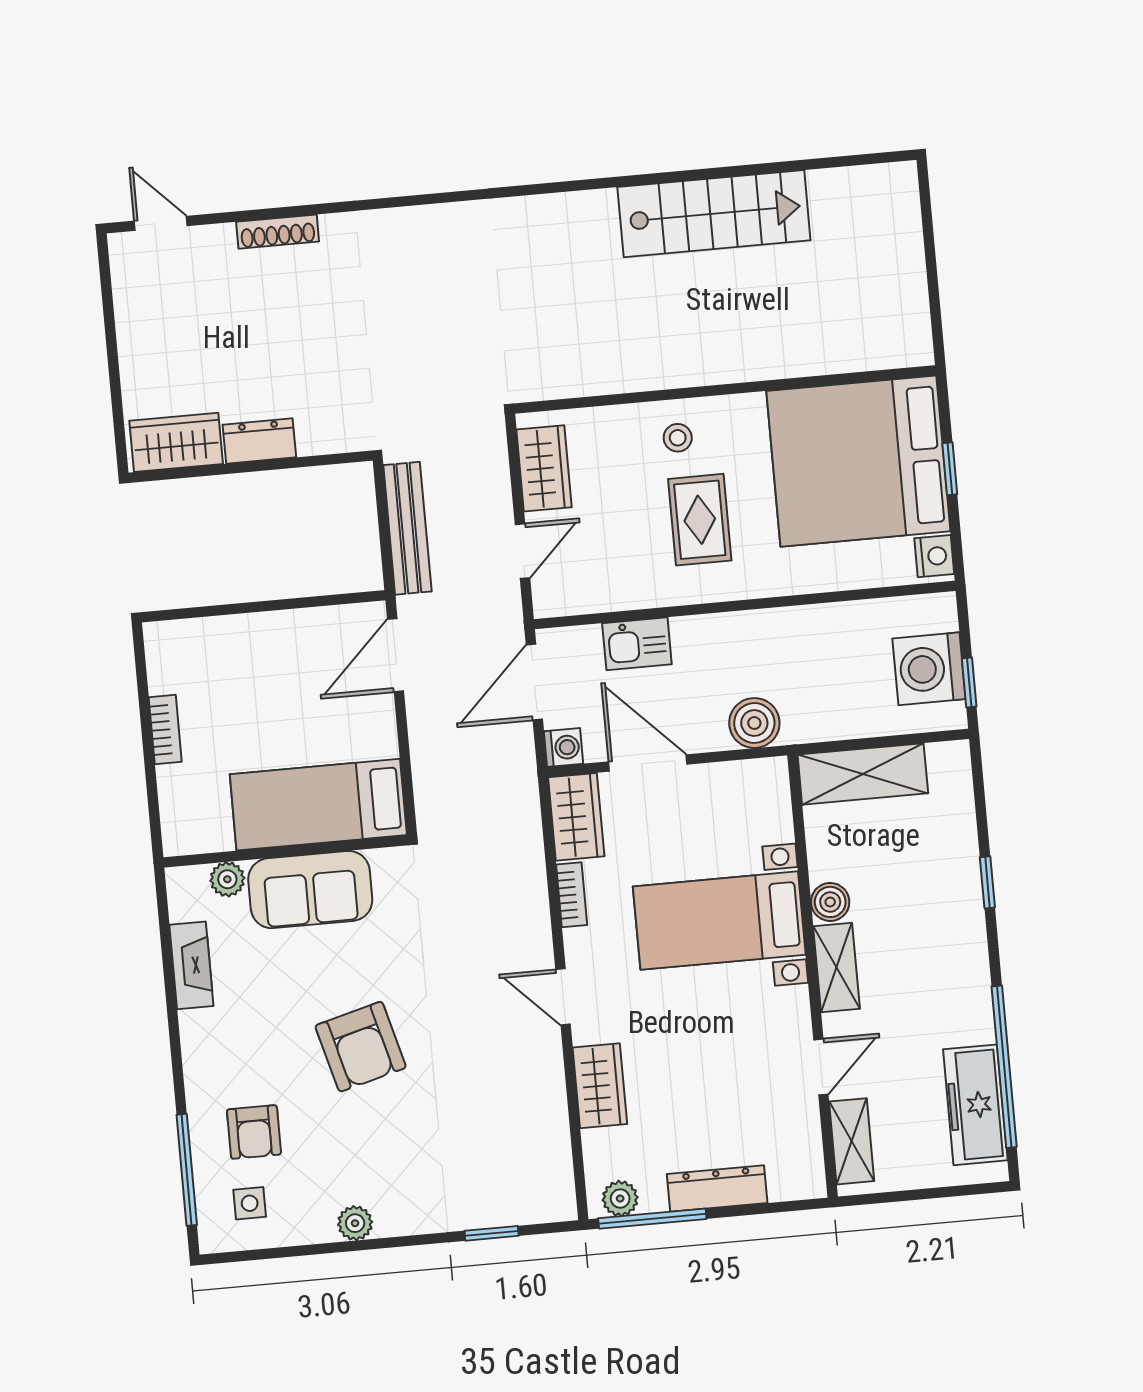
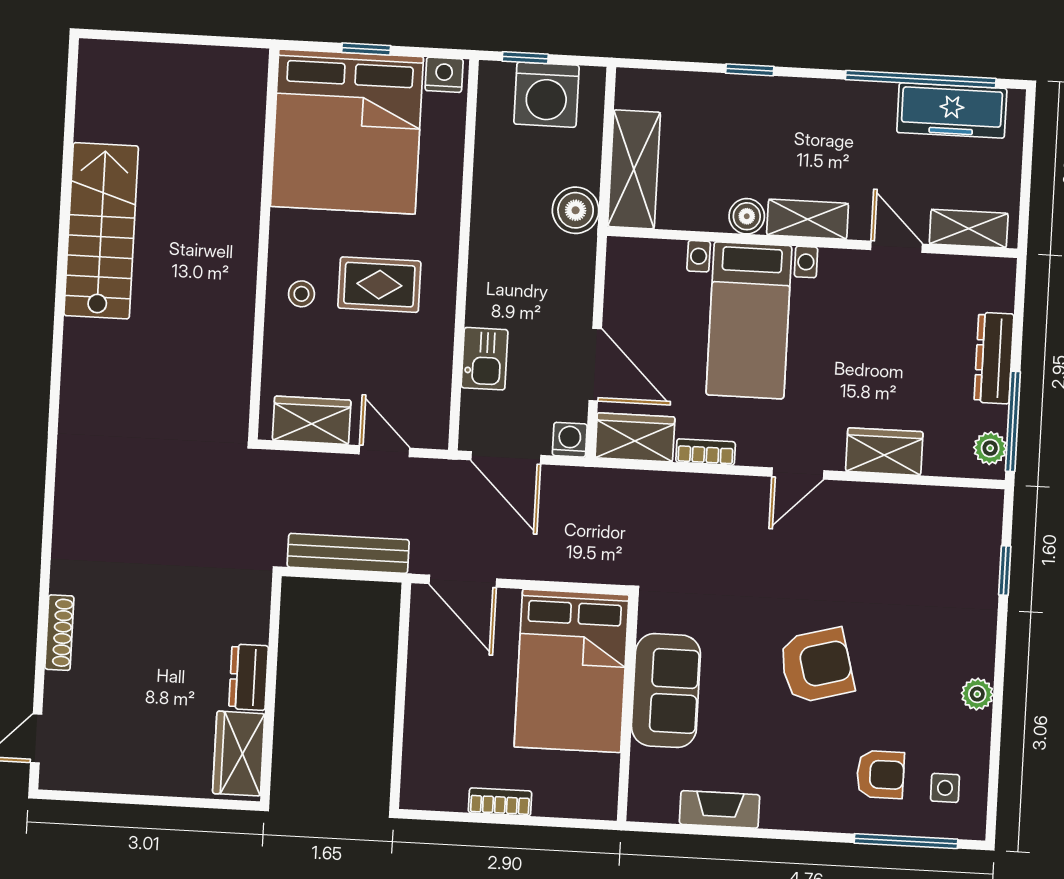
window: (969, 682) -> (525, 58), moved
boiler: (754, 723) -> (576, 210), moved
door: (648, 763) -> (595, 365), swing flipped
bed: (318, 805) -> (572, 671), width x1.50
plant: (227, 879) -> (645, 765), removed

